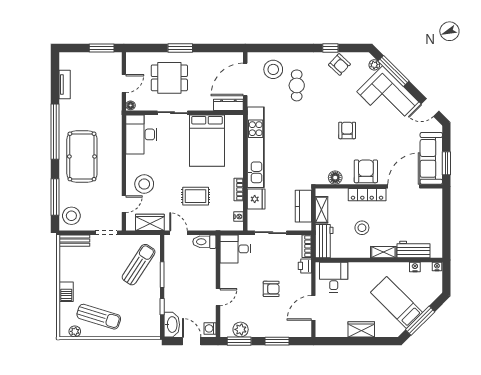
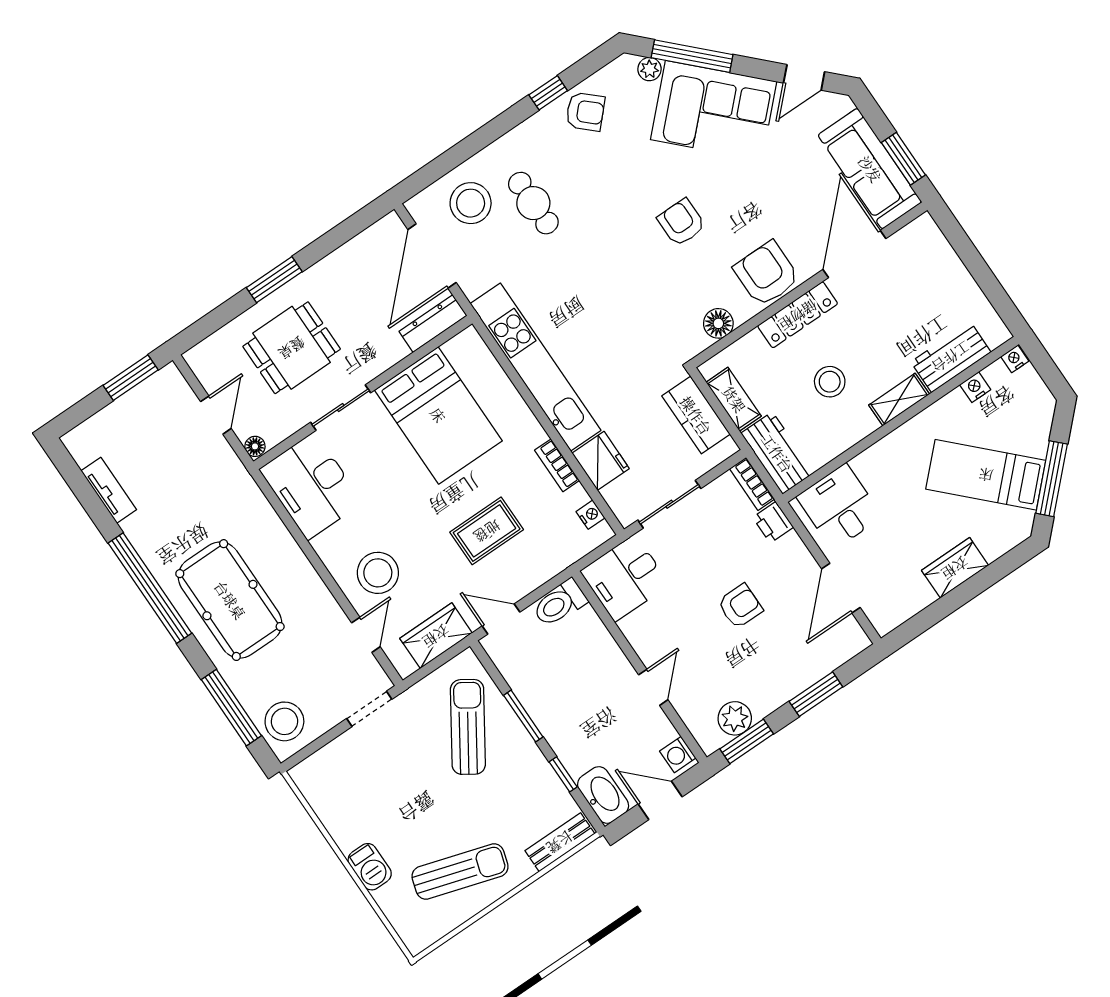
bench: (74, 241) -> (560, 842), moved
plant: (75, 331) -> (435, 928), removed

